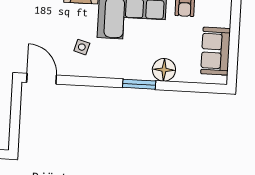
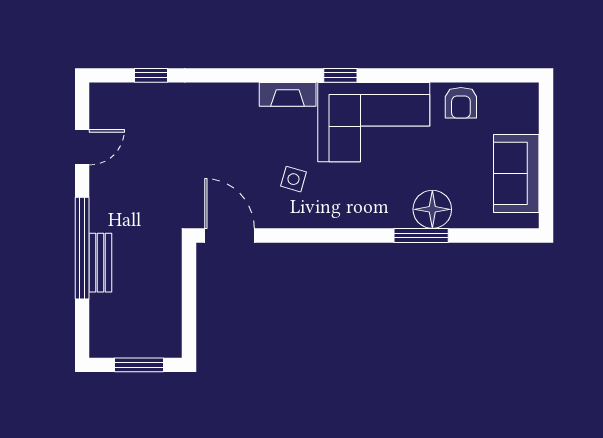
window: (139, 84) -> (421, 236), moved

